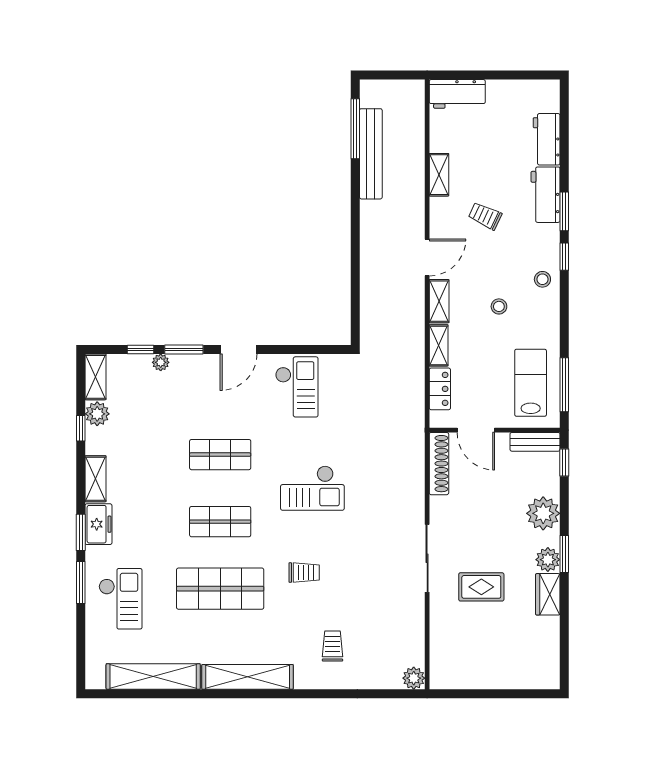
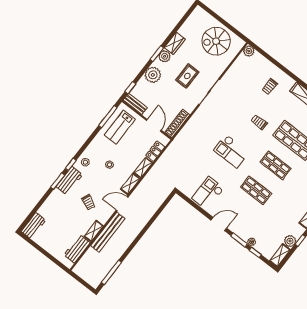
workbench: (457, 94) -> (77, 249), moved, turned -90
workbench: (547, 139) -> (33, 226), moved
bench: (371, 154) -> (108, 232), moved
workbench: (546, 195) -> (69, 180), moved
checkout: (312, 488) -> (231, 151), turned 180
rug: (481, 587) -> (187, 76), moved, turned 90
spiral stairs: (481, 652) -> (216, 41), added

